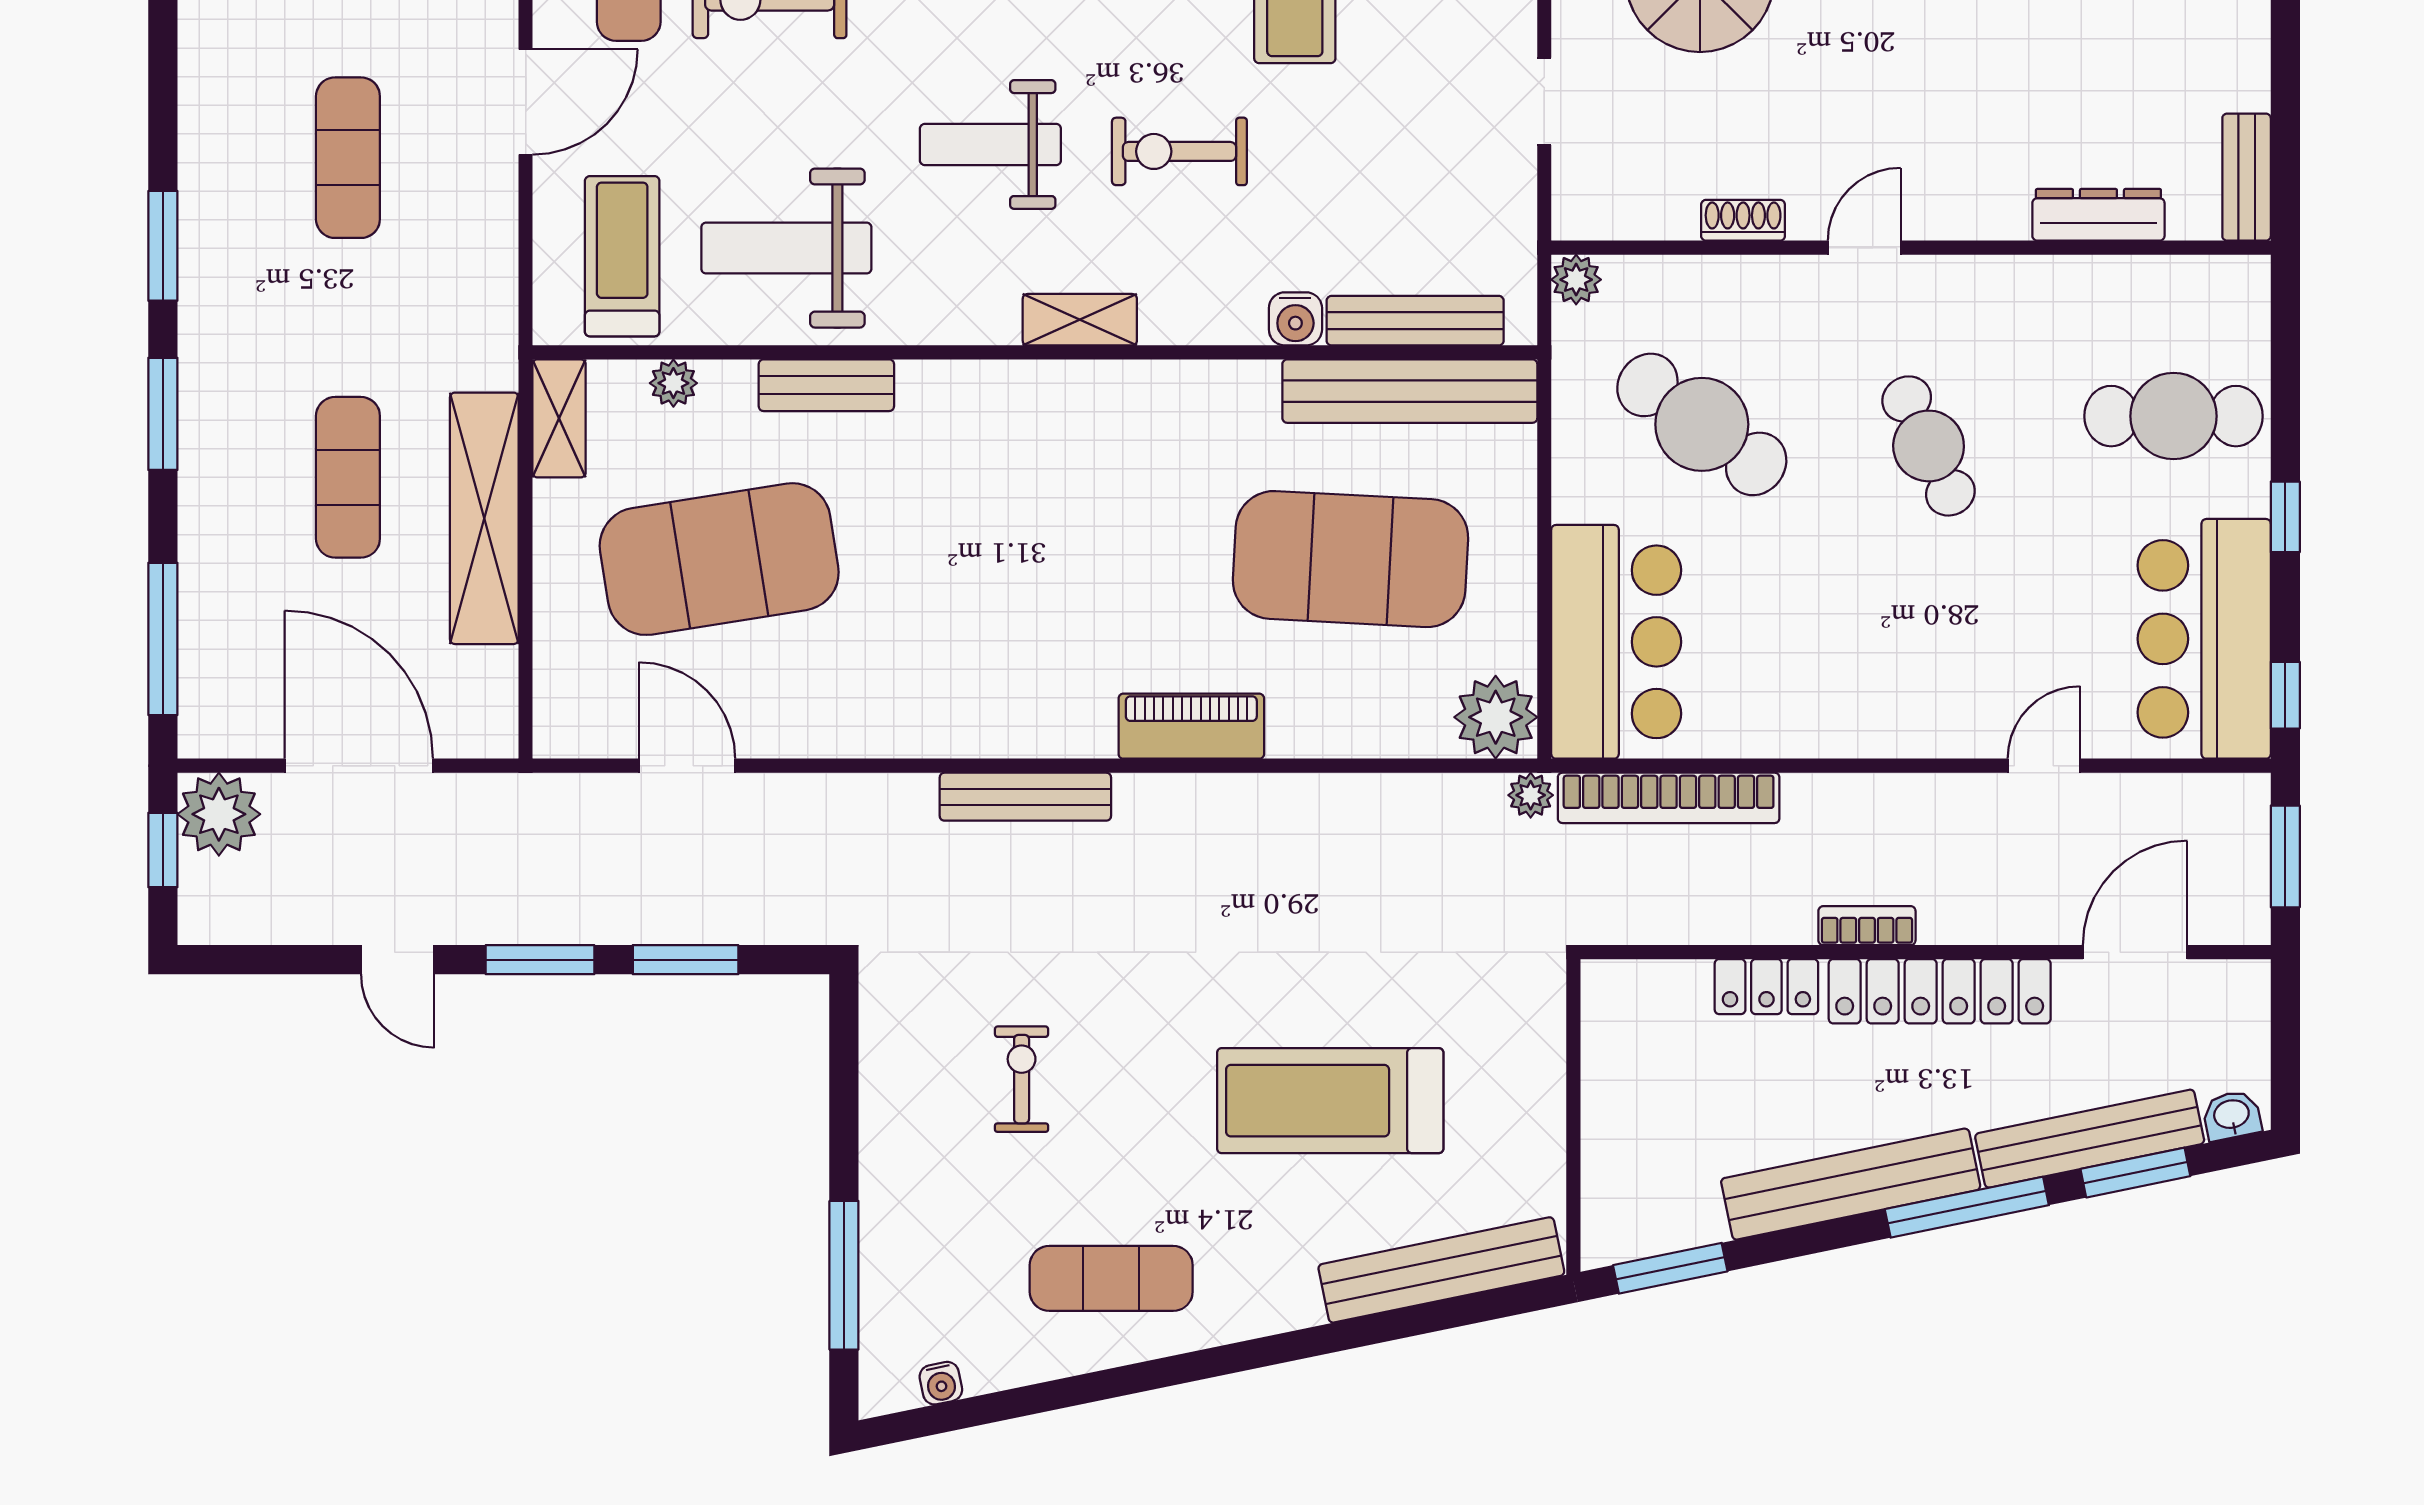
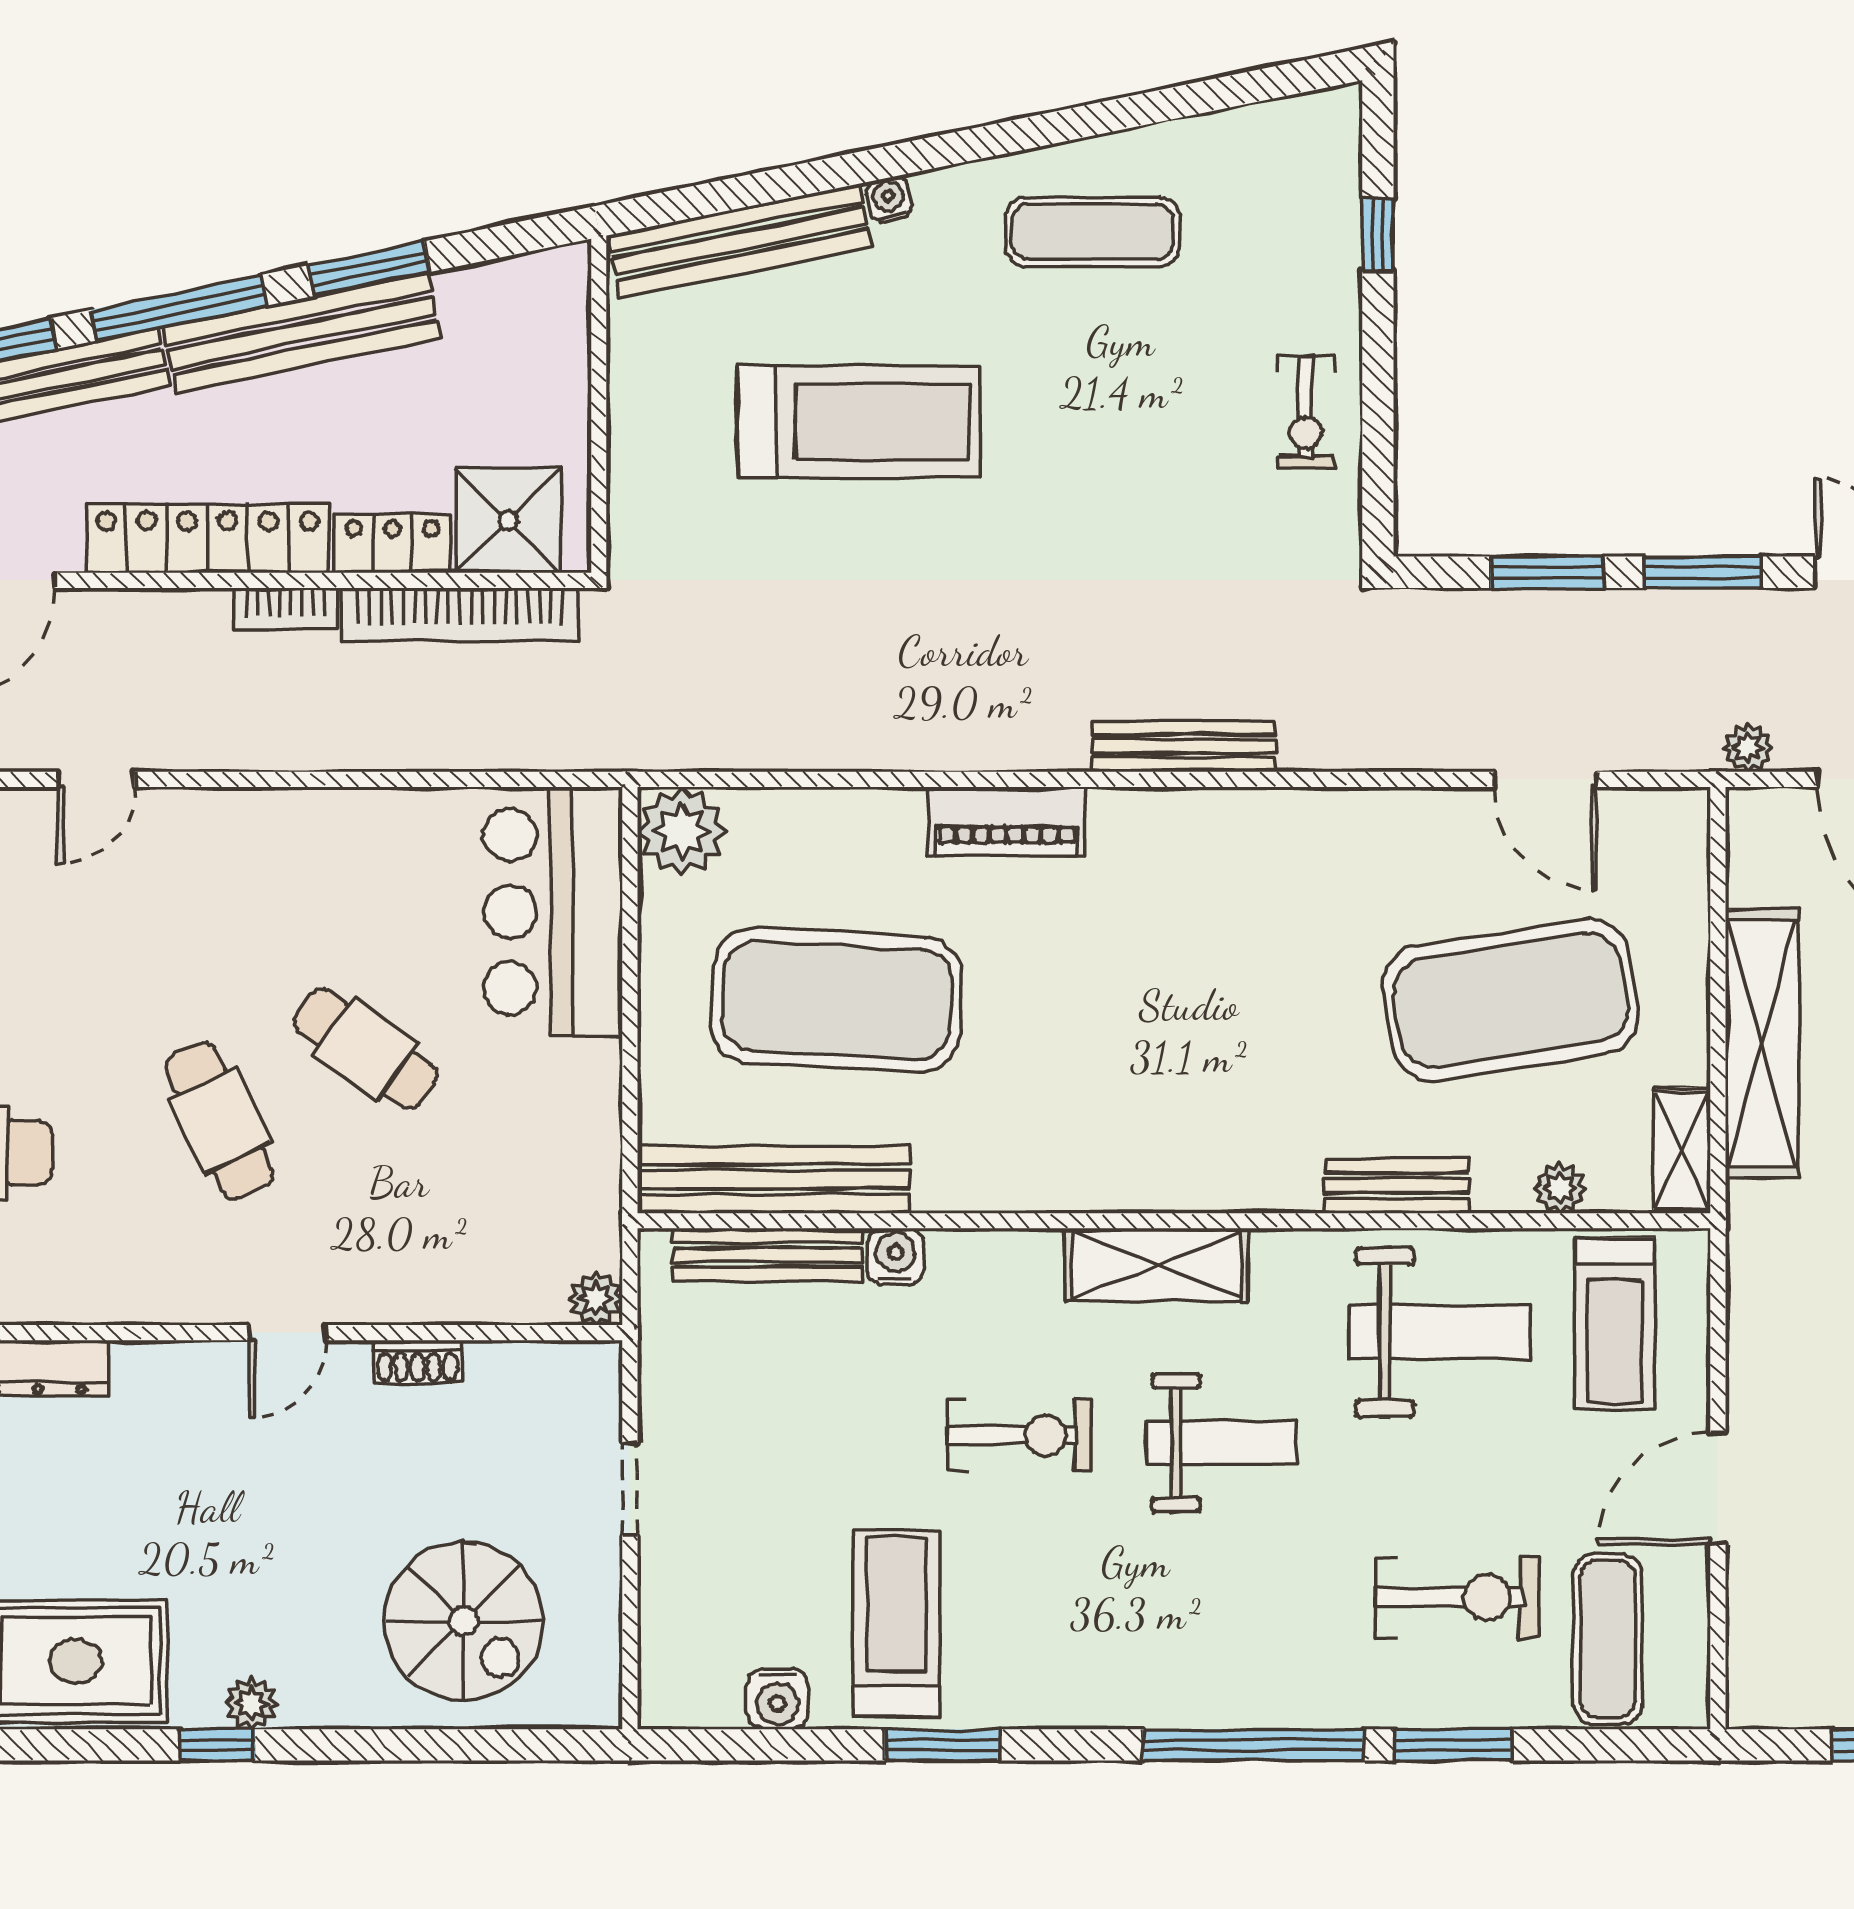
shelving: (1080, 320) -> (1156, 1265), width x1.50, depth x1.33
cafe table: (1702, 424) -> (366, 1049), moved, width x0.73, depth x0.74
plant: (1531, 795) -> (1748, 748), moved
bookcase: (1669, 798) -> (460, 615), moved, turned 180
shower: (1658, 1008) -> (508, 520), added
exercise bike: (1022, 1079) -> (1306, 413), moved
window: (1670, 1268) -> (369, 269), moved
window: (844, 1275) -> (1378, 235), width x0.46
water cooler: (941, 1383) -> (889, 199), moved

